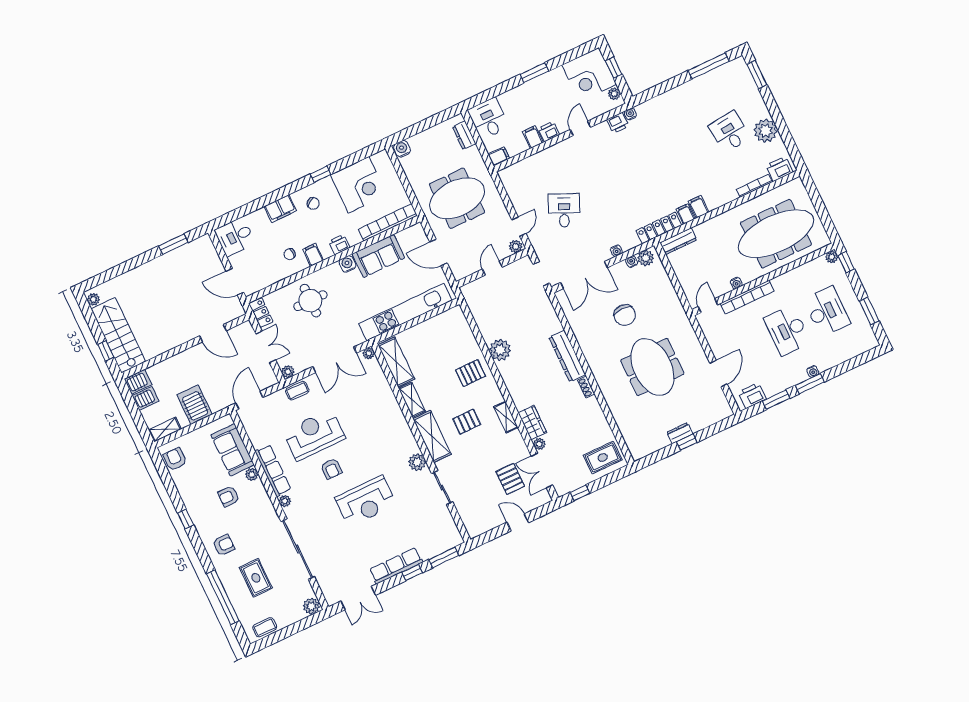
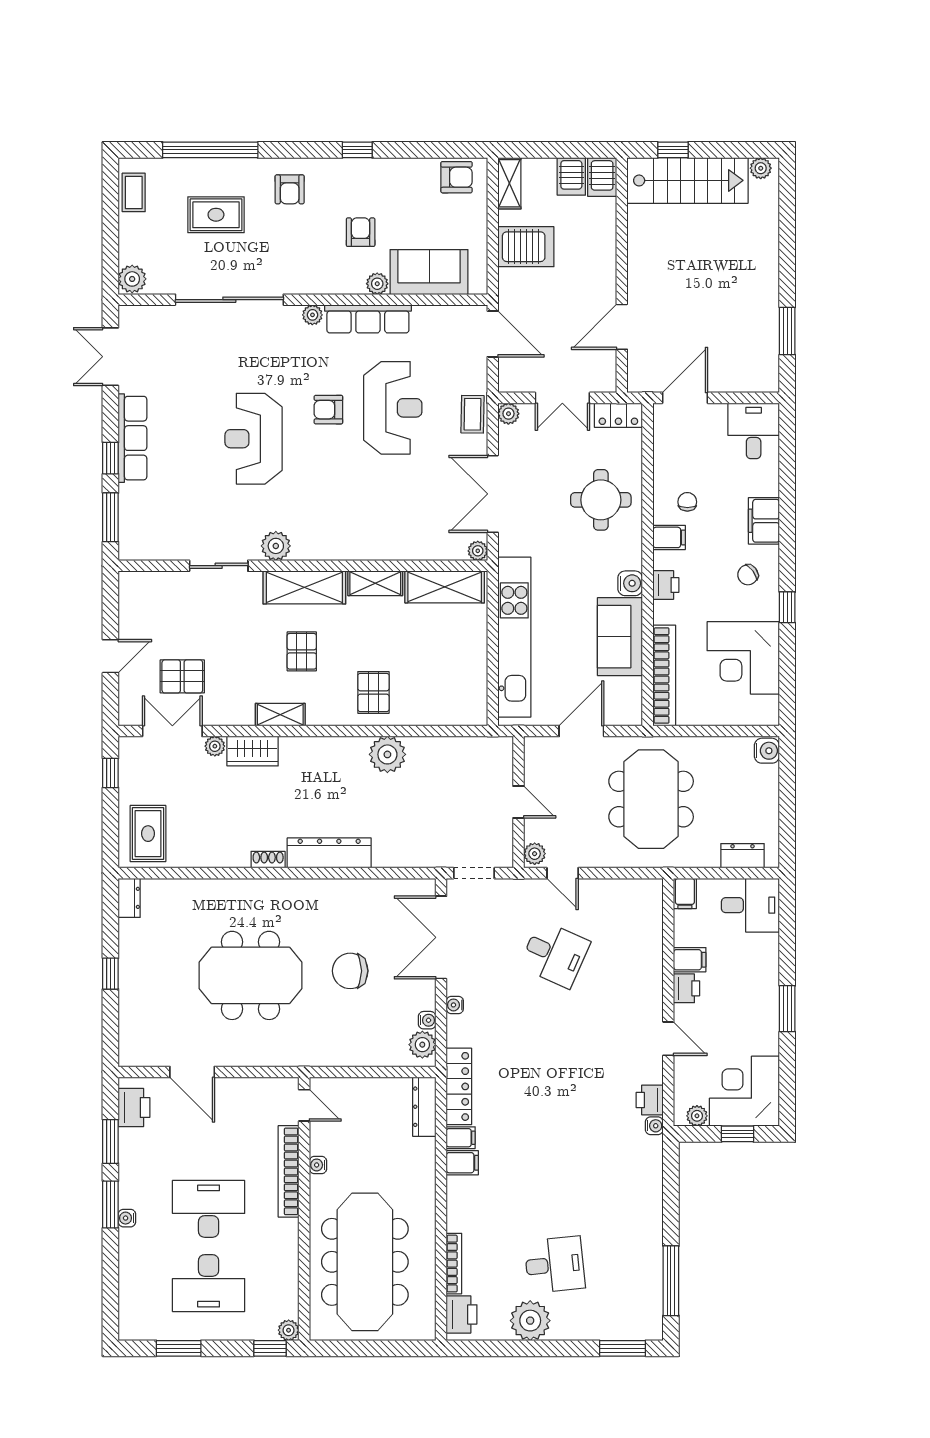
dresser: (680, 433) -> (129, 898), moved

